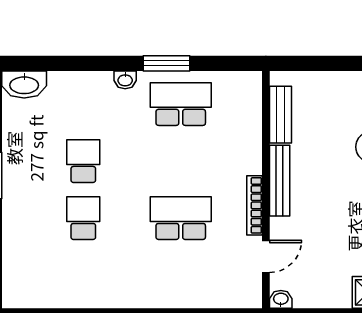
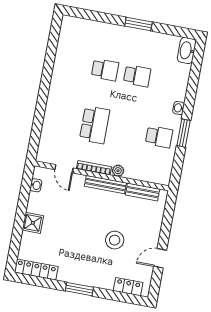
school desk: (181, 104) -> (159, 137), width x0.54
plant: (252, 163) -> (118, 171), added
washbasin: (281, 299) -> (36, 185), moved

